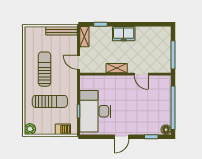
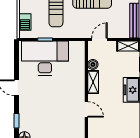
boiler: (101, 68) -> (93, 64), added
door: (141, 74) -> (86, 109), swing flipped

